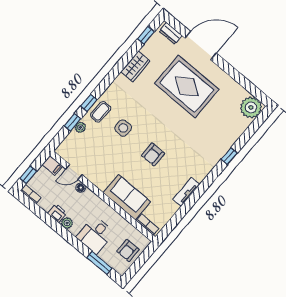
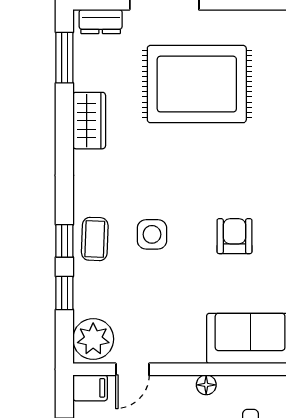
window: (146, 35) -> (64, 58), width x1.50
plant: (80, 127) -> (93, 339), moved, width x1.87, depth x1.87
armchair: (153, 154) -> (234, 236), turned 180
floor lamp: (81, 188) -> (206, 385), moved

